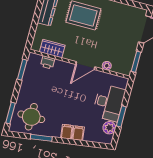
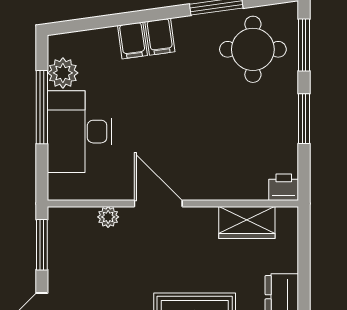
printer: (48, 62) -> (284, 187), moved
door: (85, 66) -> (158, 203), hinge flipped
window: (22, 70) -> (304, 119), moved
window: (121, 116) -> (42, 107), width x1.44

